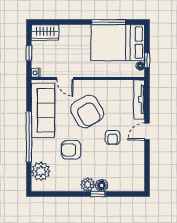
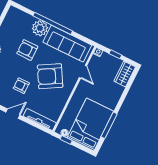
door: (65, 79) -> (83, 72), swing flipped
door: (147, 132) -> (13, 114), hinge flipped
armchair: (71, 150) -> (27, 50), turned -90
plant: (41, 171) -> (40, 28), moved

